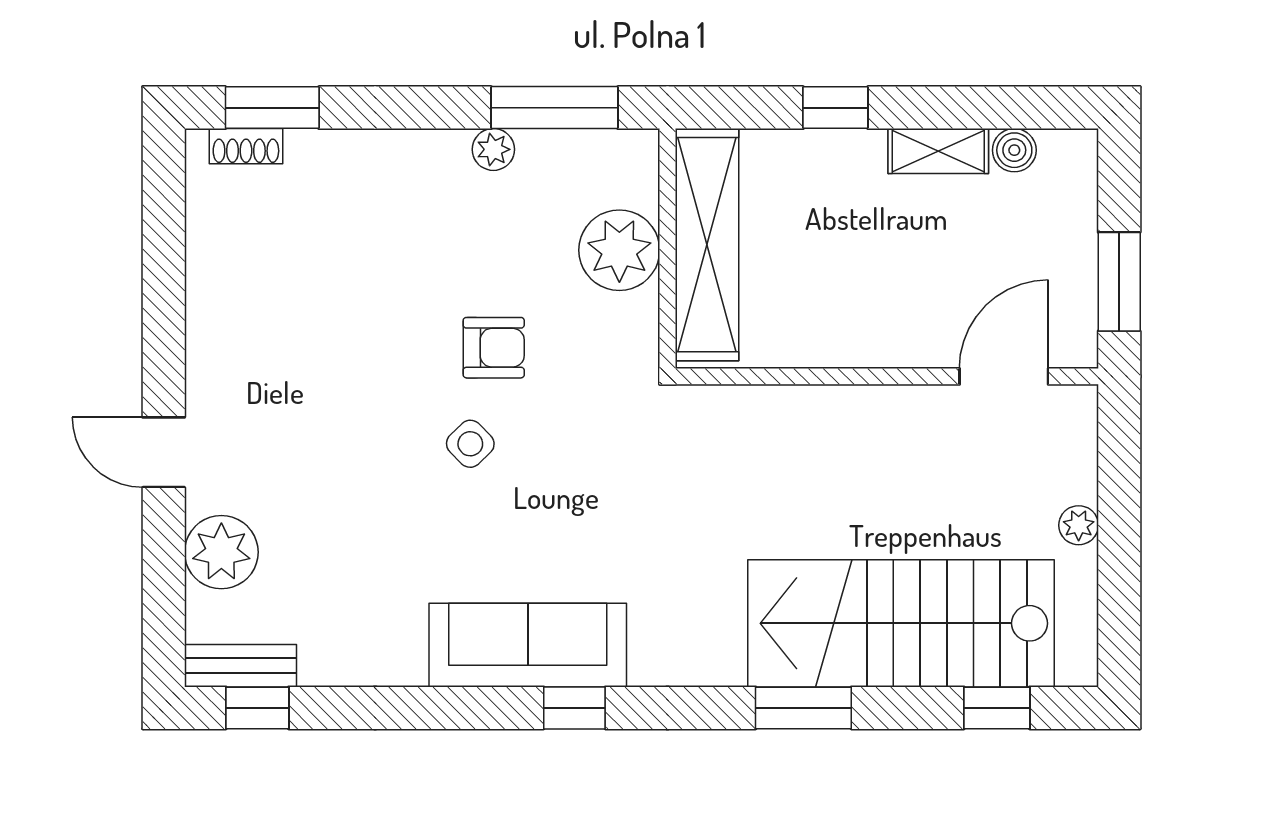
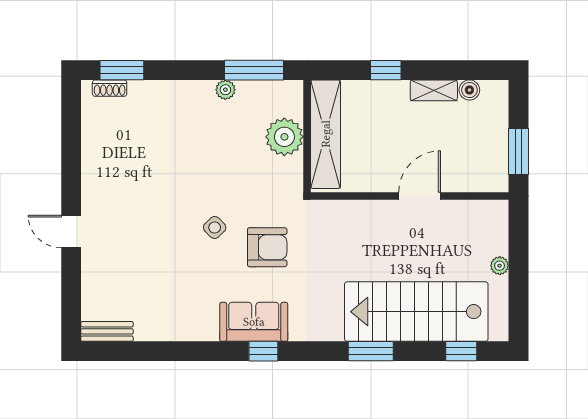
armchair: (494, 348) -> (267, 247), moved, width x1.38, depth x1.38
door: (1004, 376) -> (420, 196), moved
plant: (221, 552) -> (98, 278), removed
sofa: (528, 645) -> (254, 322), width x0.73
window: (257, 708) -> (115, 351), removed

